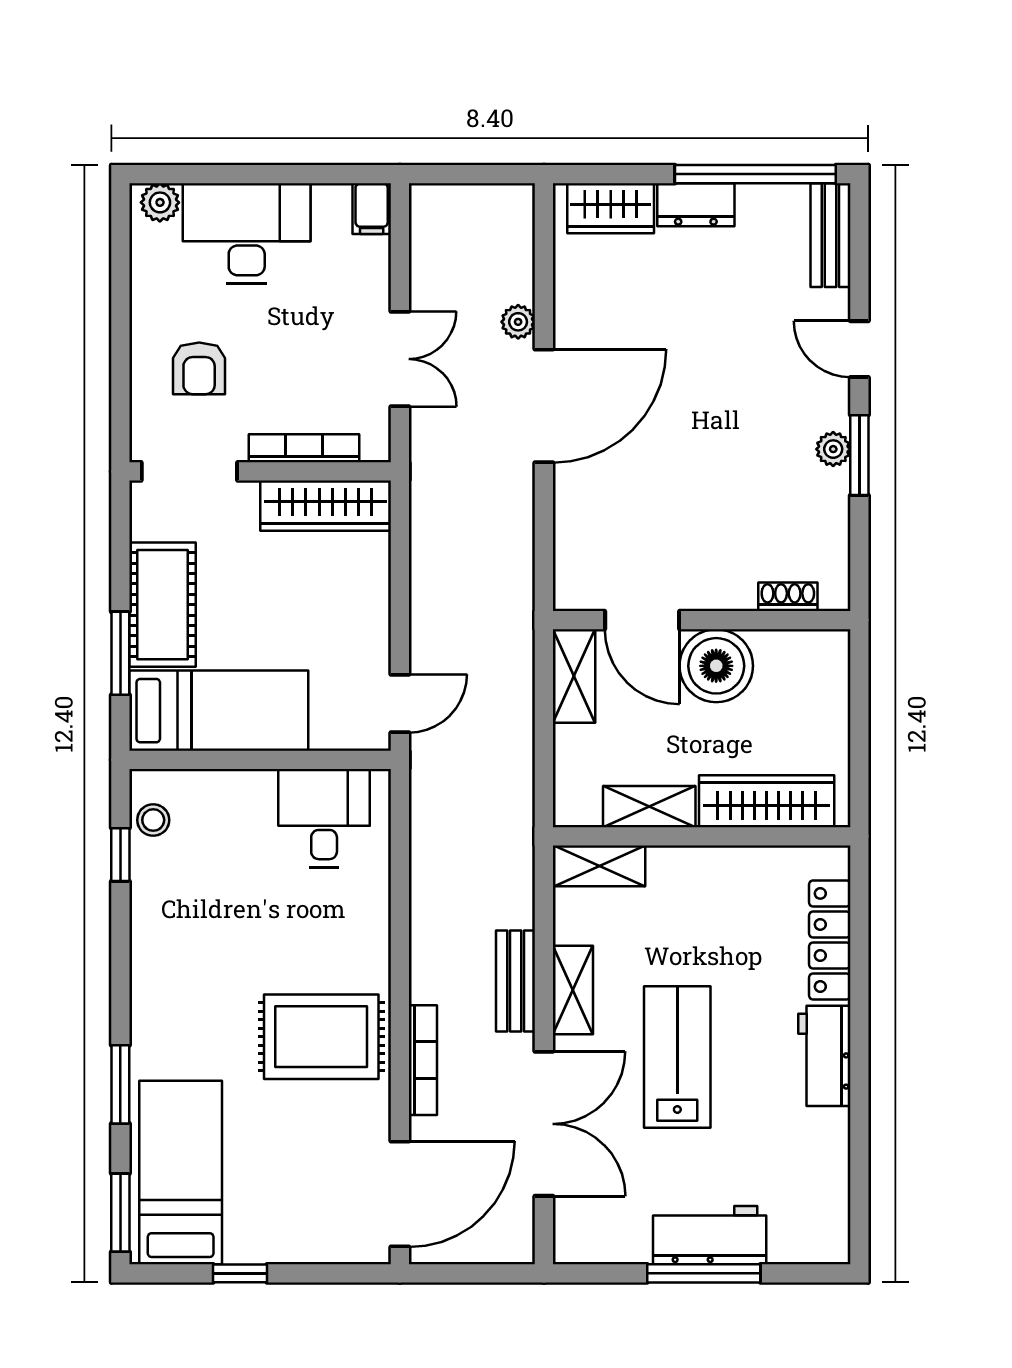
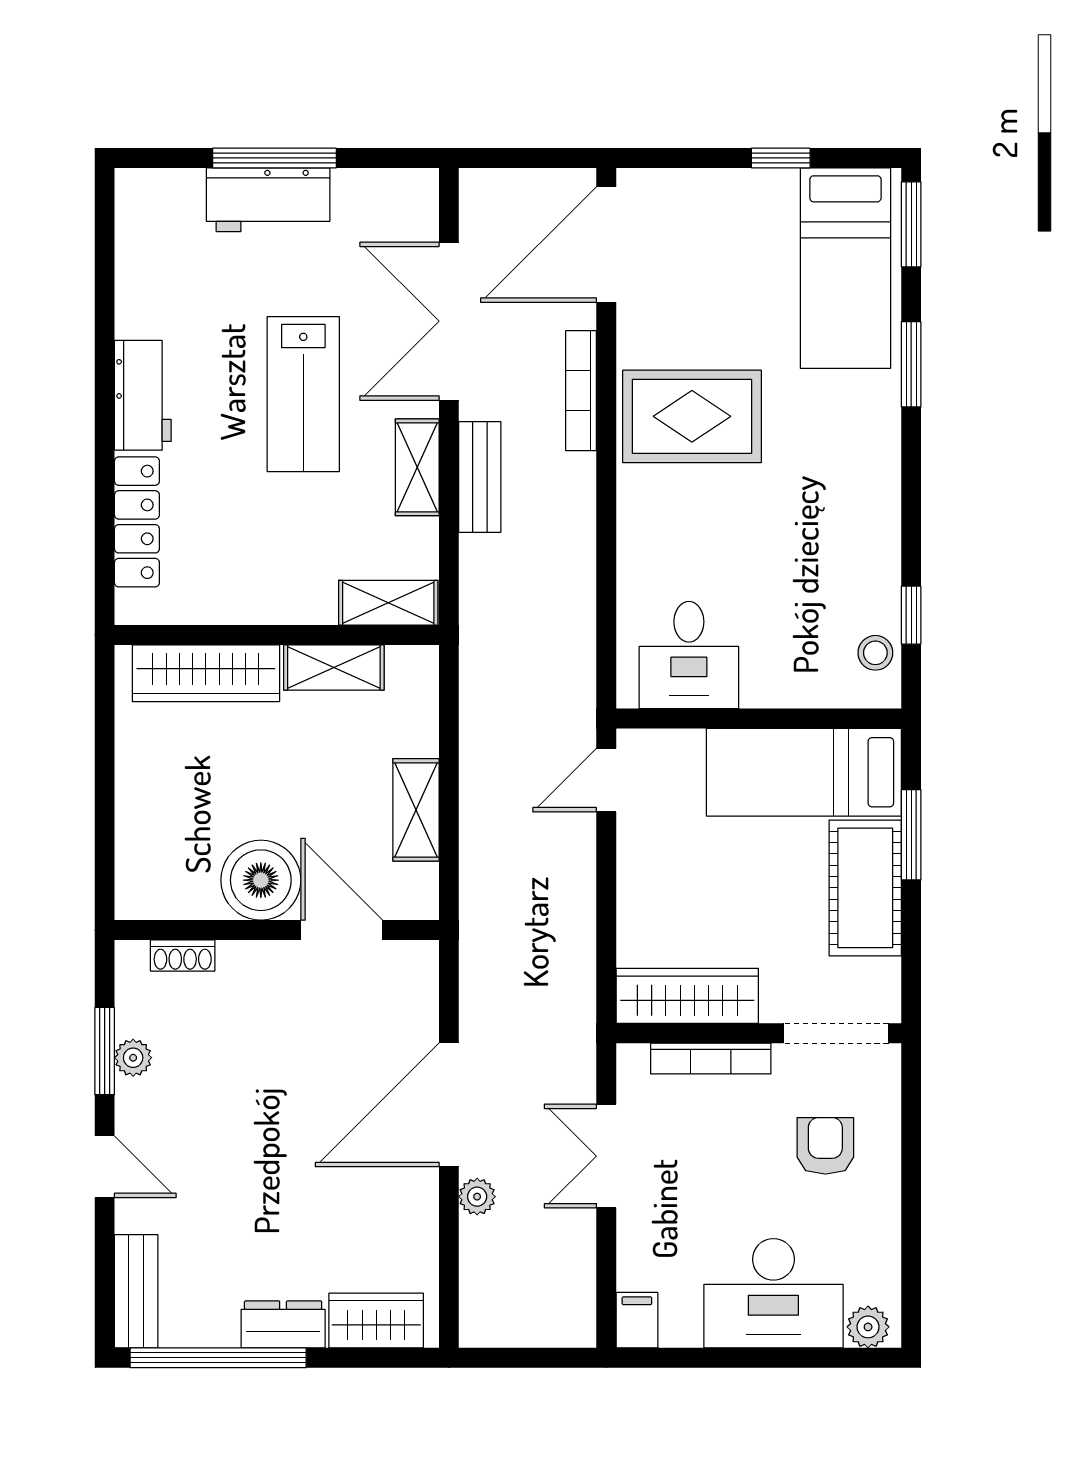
shoe rack: (788, 597) -> (183, 955), moved
door: (642, 620) -> (342, 930), moved
wall: (702, 620) -> (277, 930), moved
boiler: (716, 666) -> (261, 880), moved

